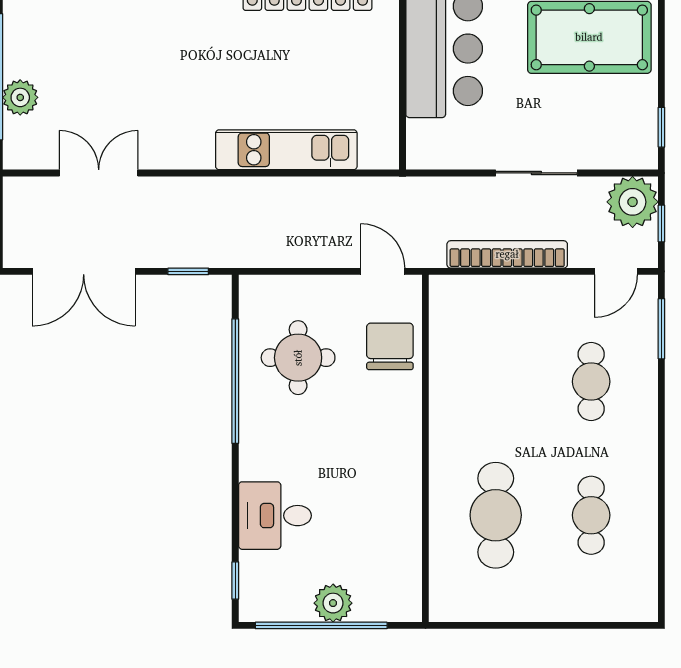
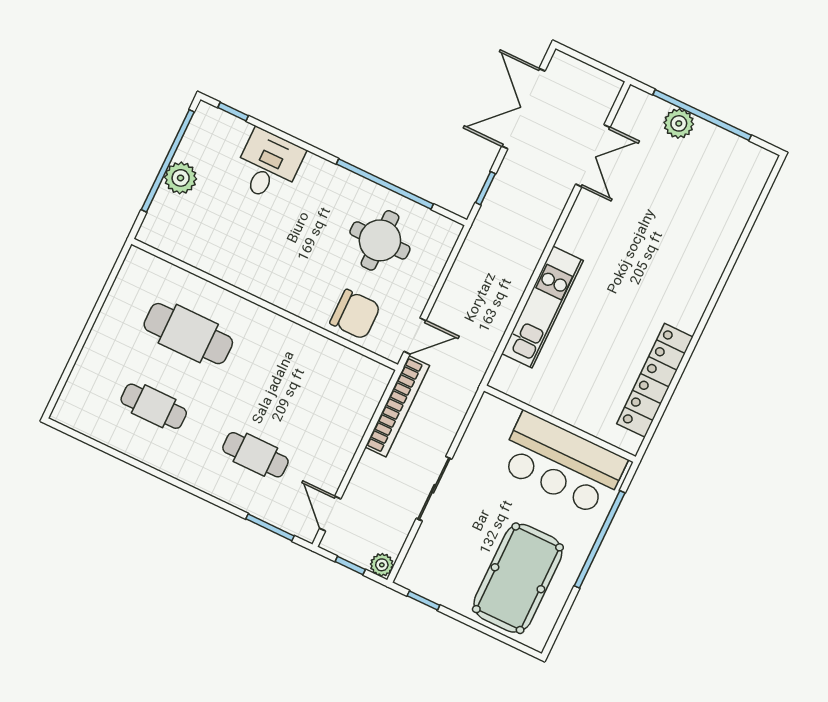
plant: (633, 202) -> (382, 565), width x0.53, depth x0.53
bookcase: (507, 254) -> (397, 406), moved

